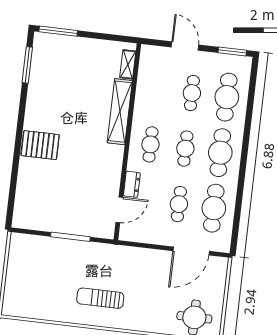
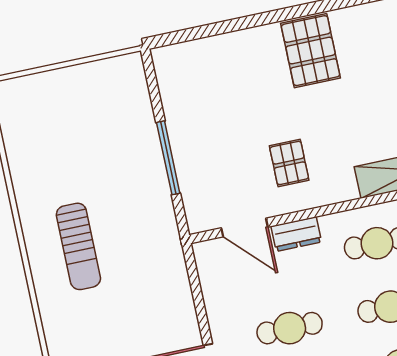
pallet: (94, 176) -> (289, 163), added
sun lounger: (100, 298) -> (78, 246), turned 180

